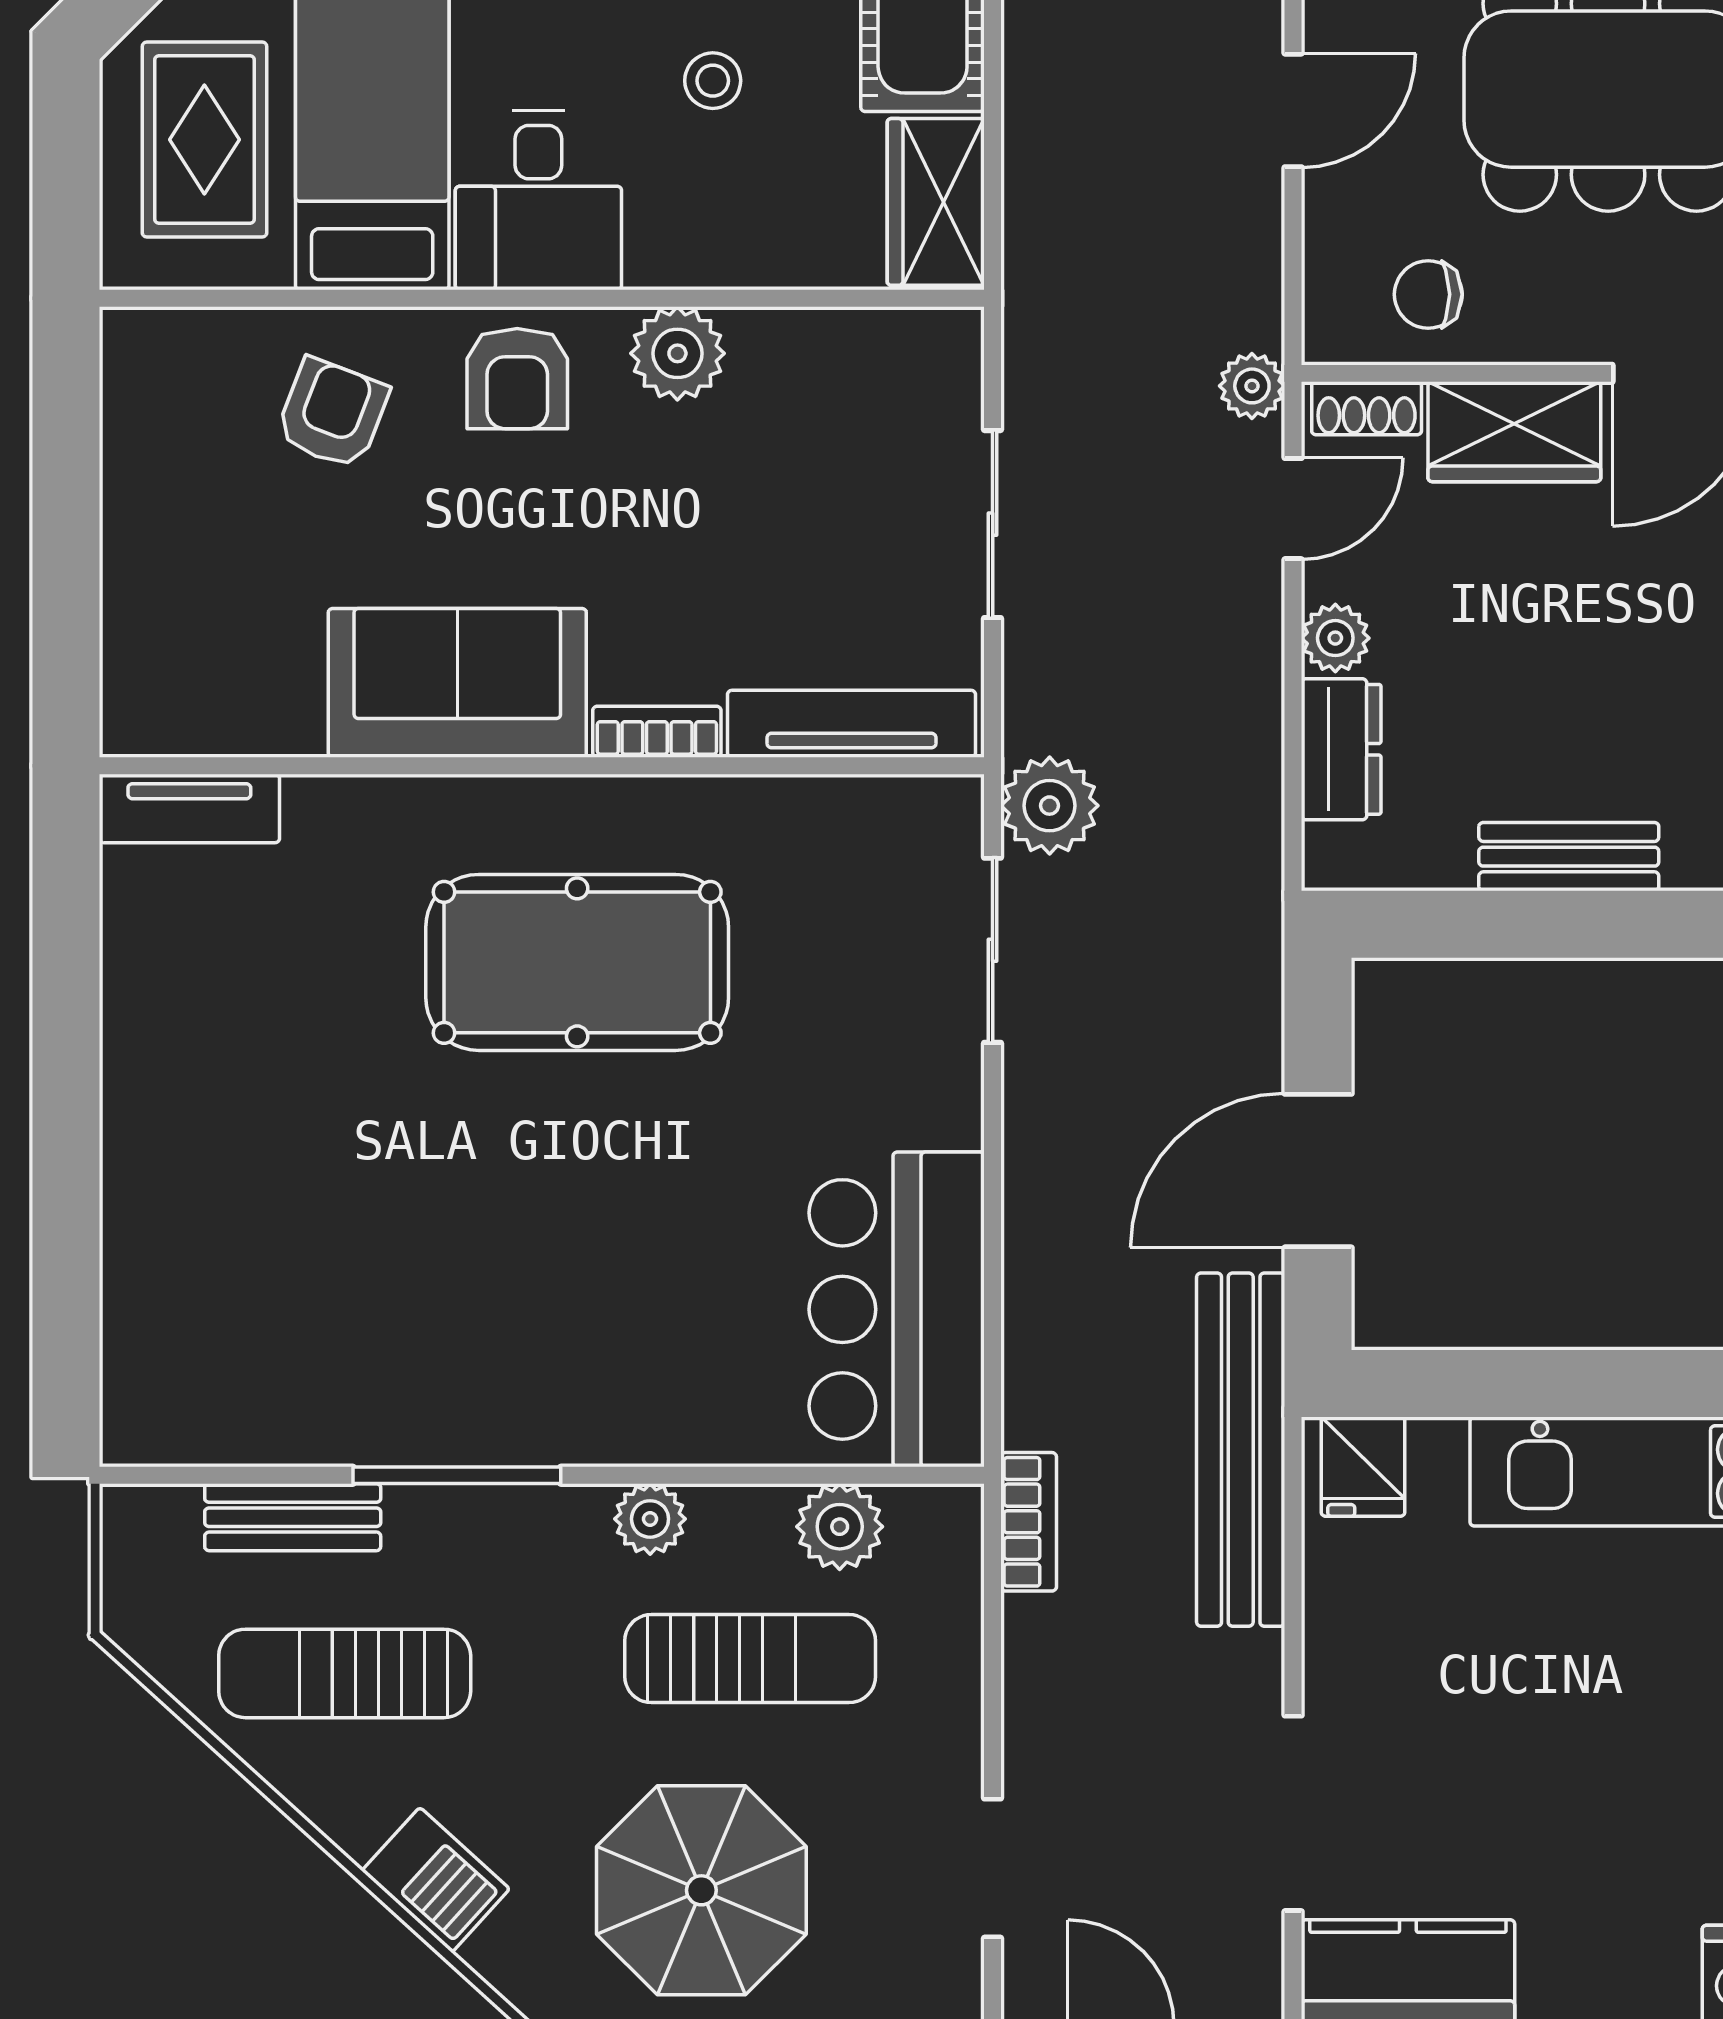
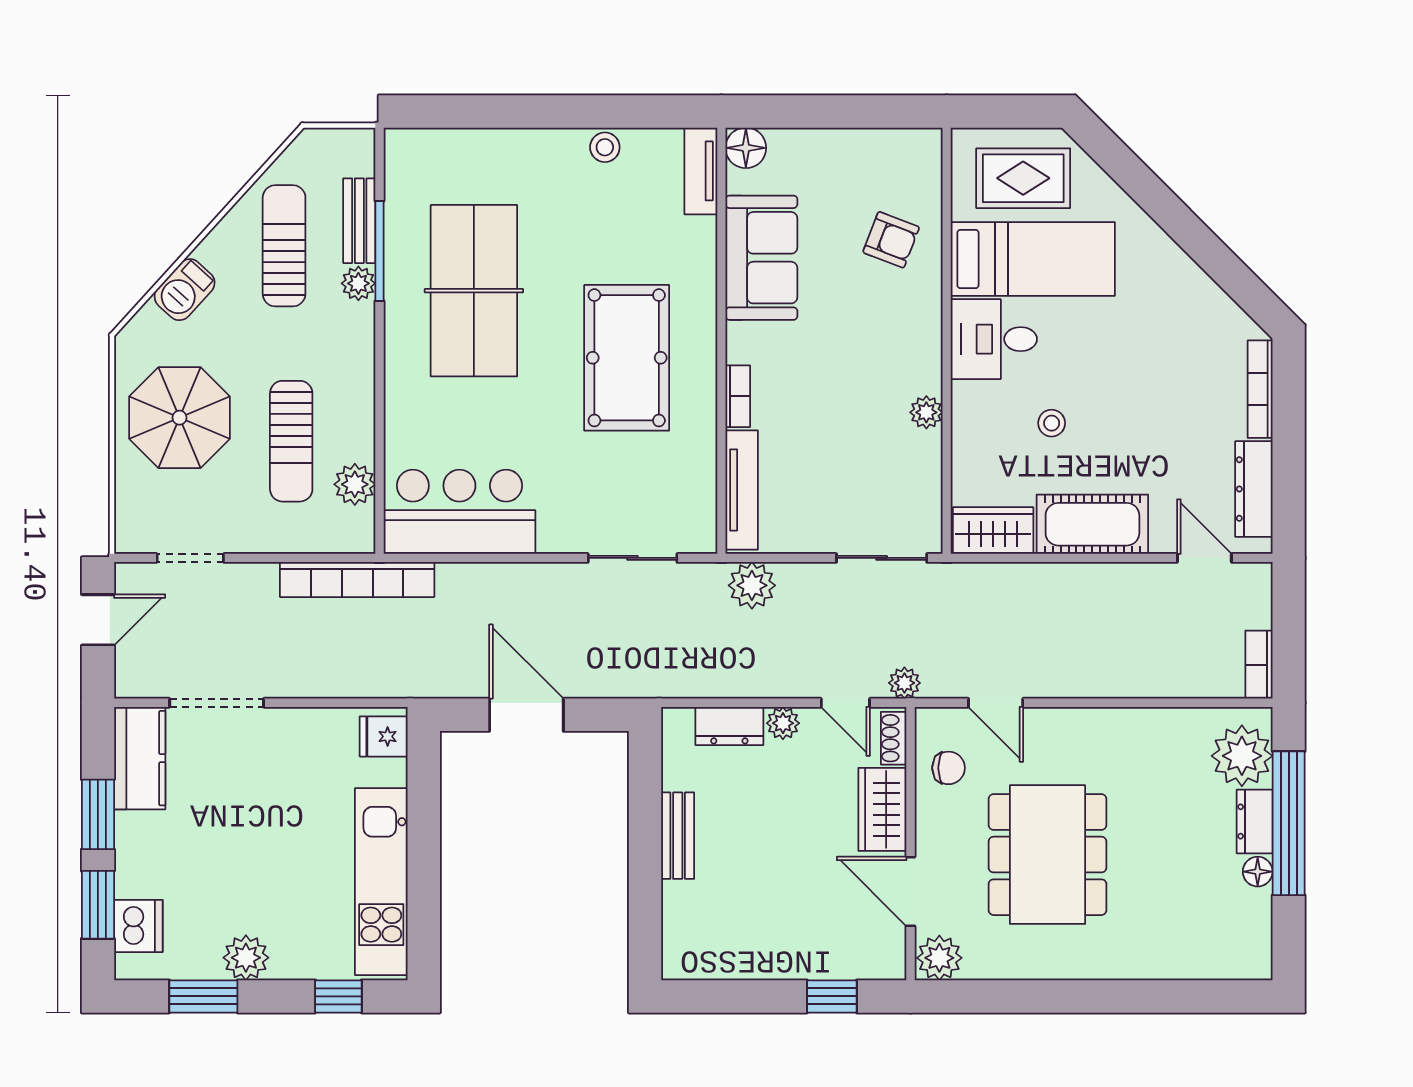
door: (1293, 110) -> (996, 703), moved
chair: (1428, 294) -> (949, 768), turned 90
plant: (677, 353) -> (926, 412), width x0.73, depth x0.73
armchair: (517, 379) -> (908, 329), removed
sliding door: (993, 524) -> (882, 558), moved
sofa: (457, 683) -> (761, 258), moved
floor lamp: (142, 715) -> (746, 148), added
plant: (1050, 806) -> (752, 585), moved
stool: (140, 1008) -> (605, 147), added
table tennis table: (438, 1279) -> (474, 291), added
bench: (1241, 1450) -> (392, 678), removed
window: (457, 1475) -> (380, 251), moved
plant: (650, 1519) -> (358, 283), moved
bookcase: (1029, 1522) -> (357, 580), width x2.31, depth x1.31

